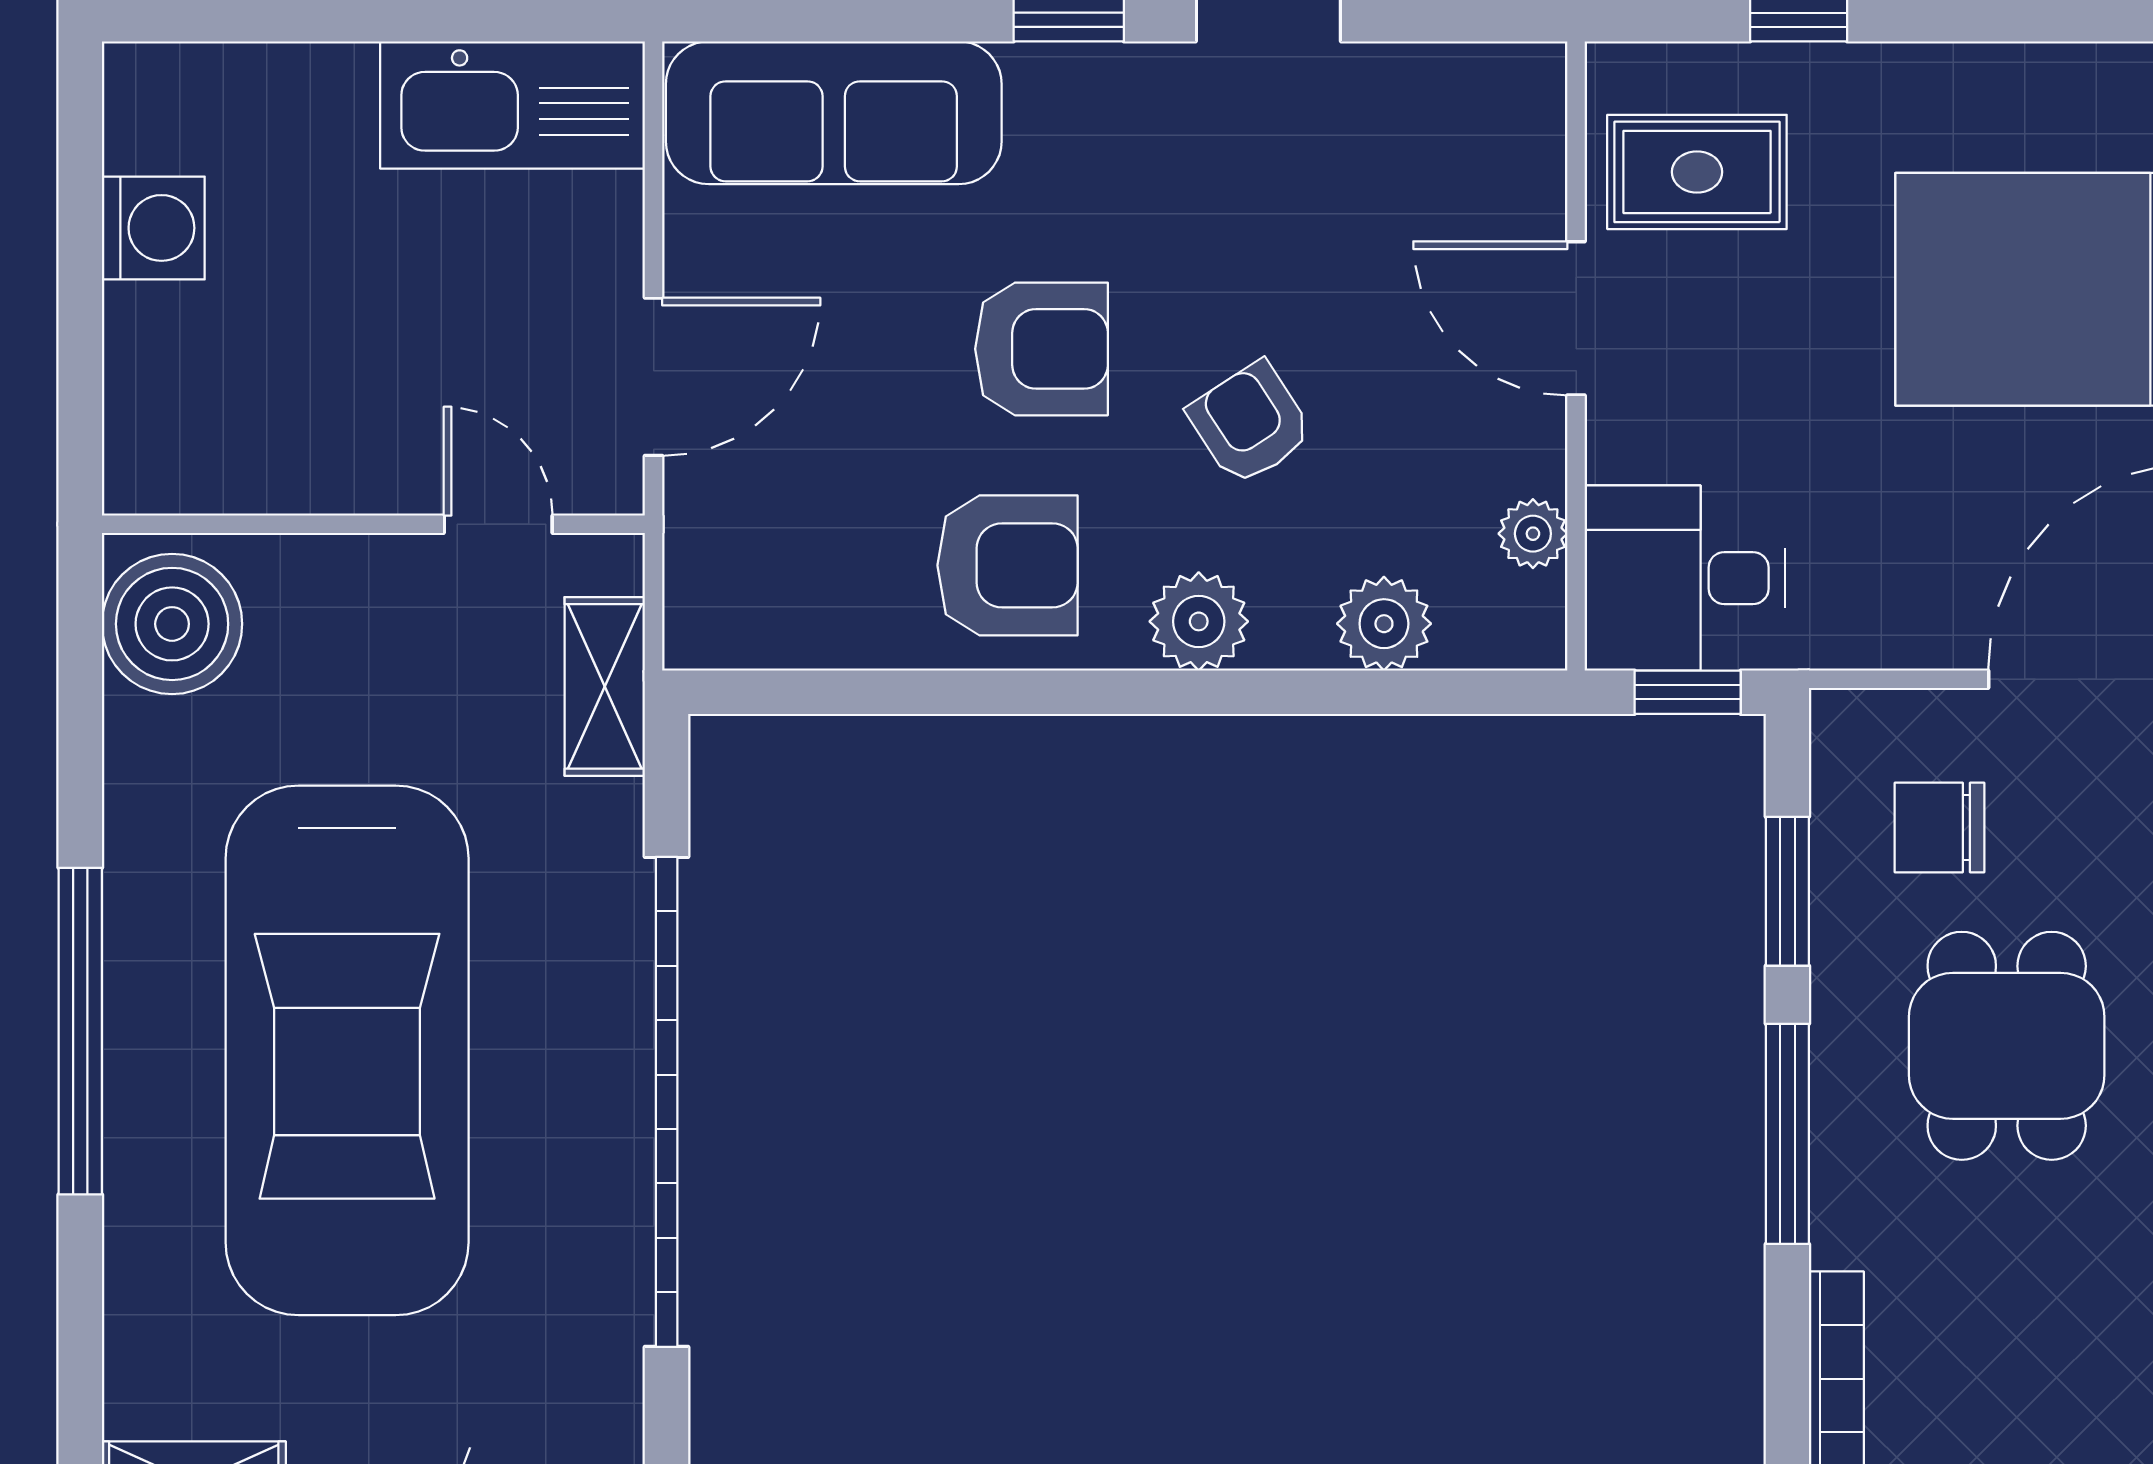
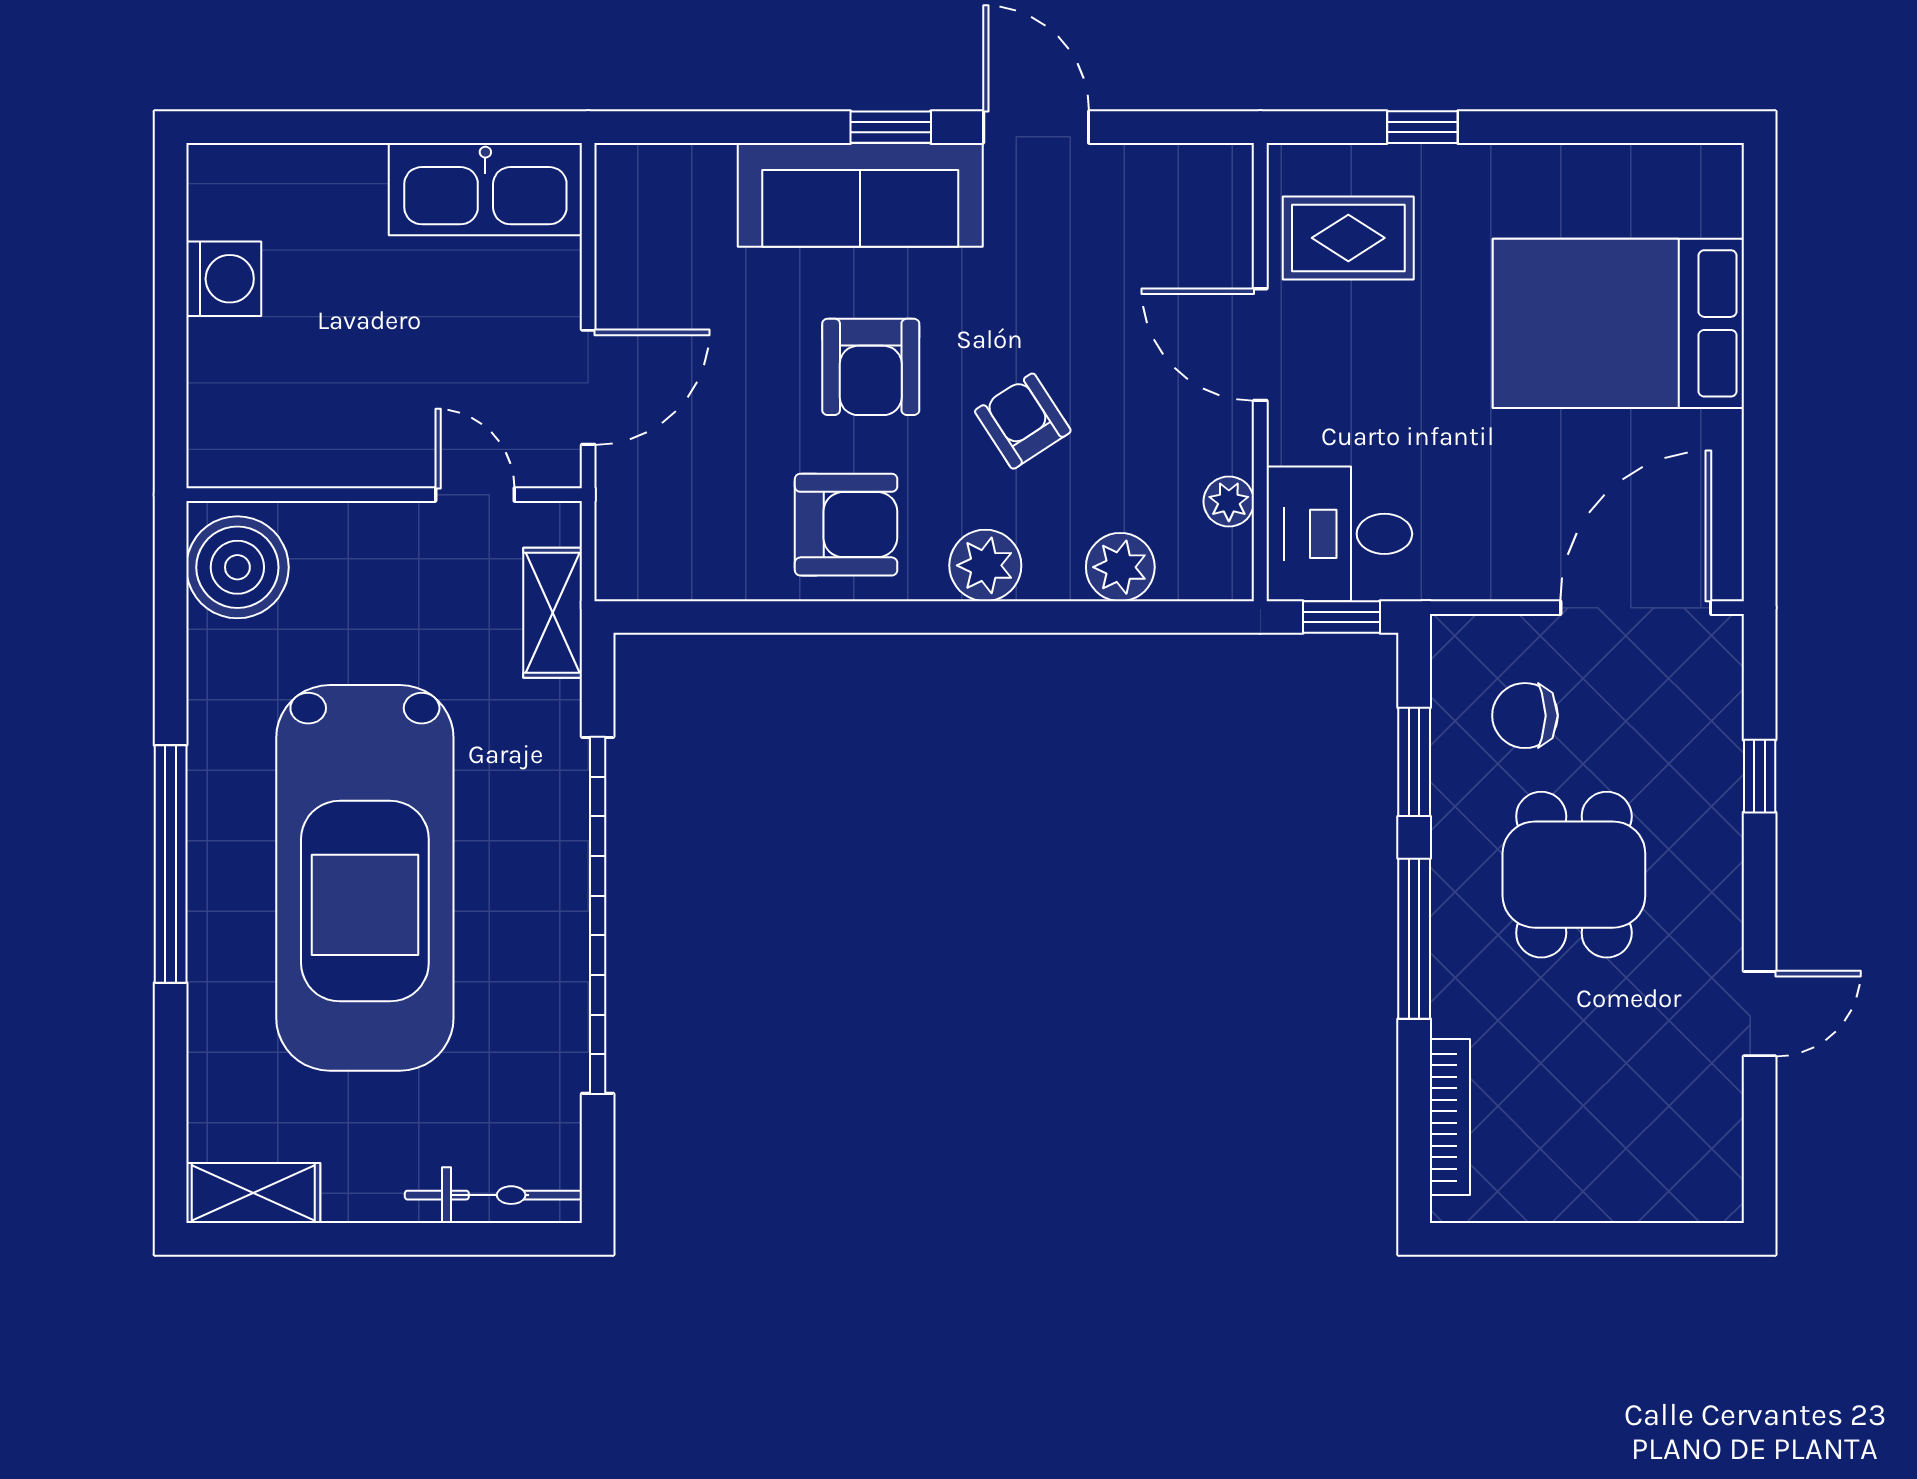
sofa: (834, 113) -> (860, 195), moved
armchair: (1041, 349) -> (871, 367), turned 90

